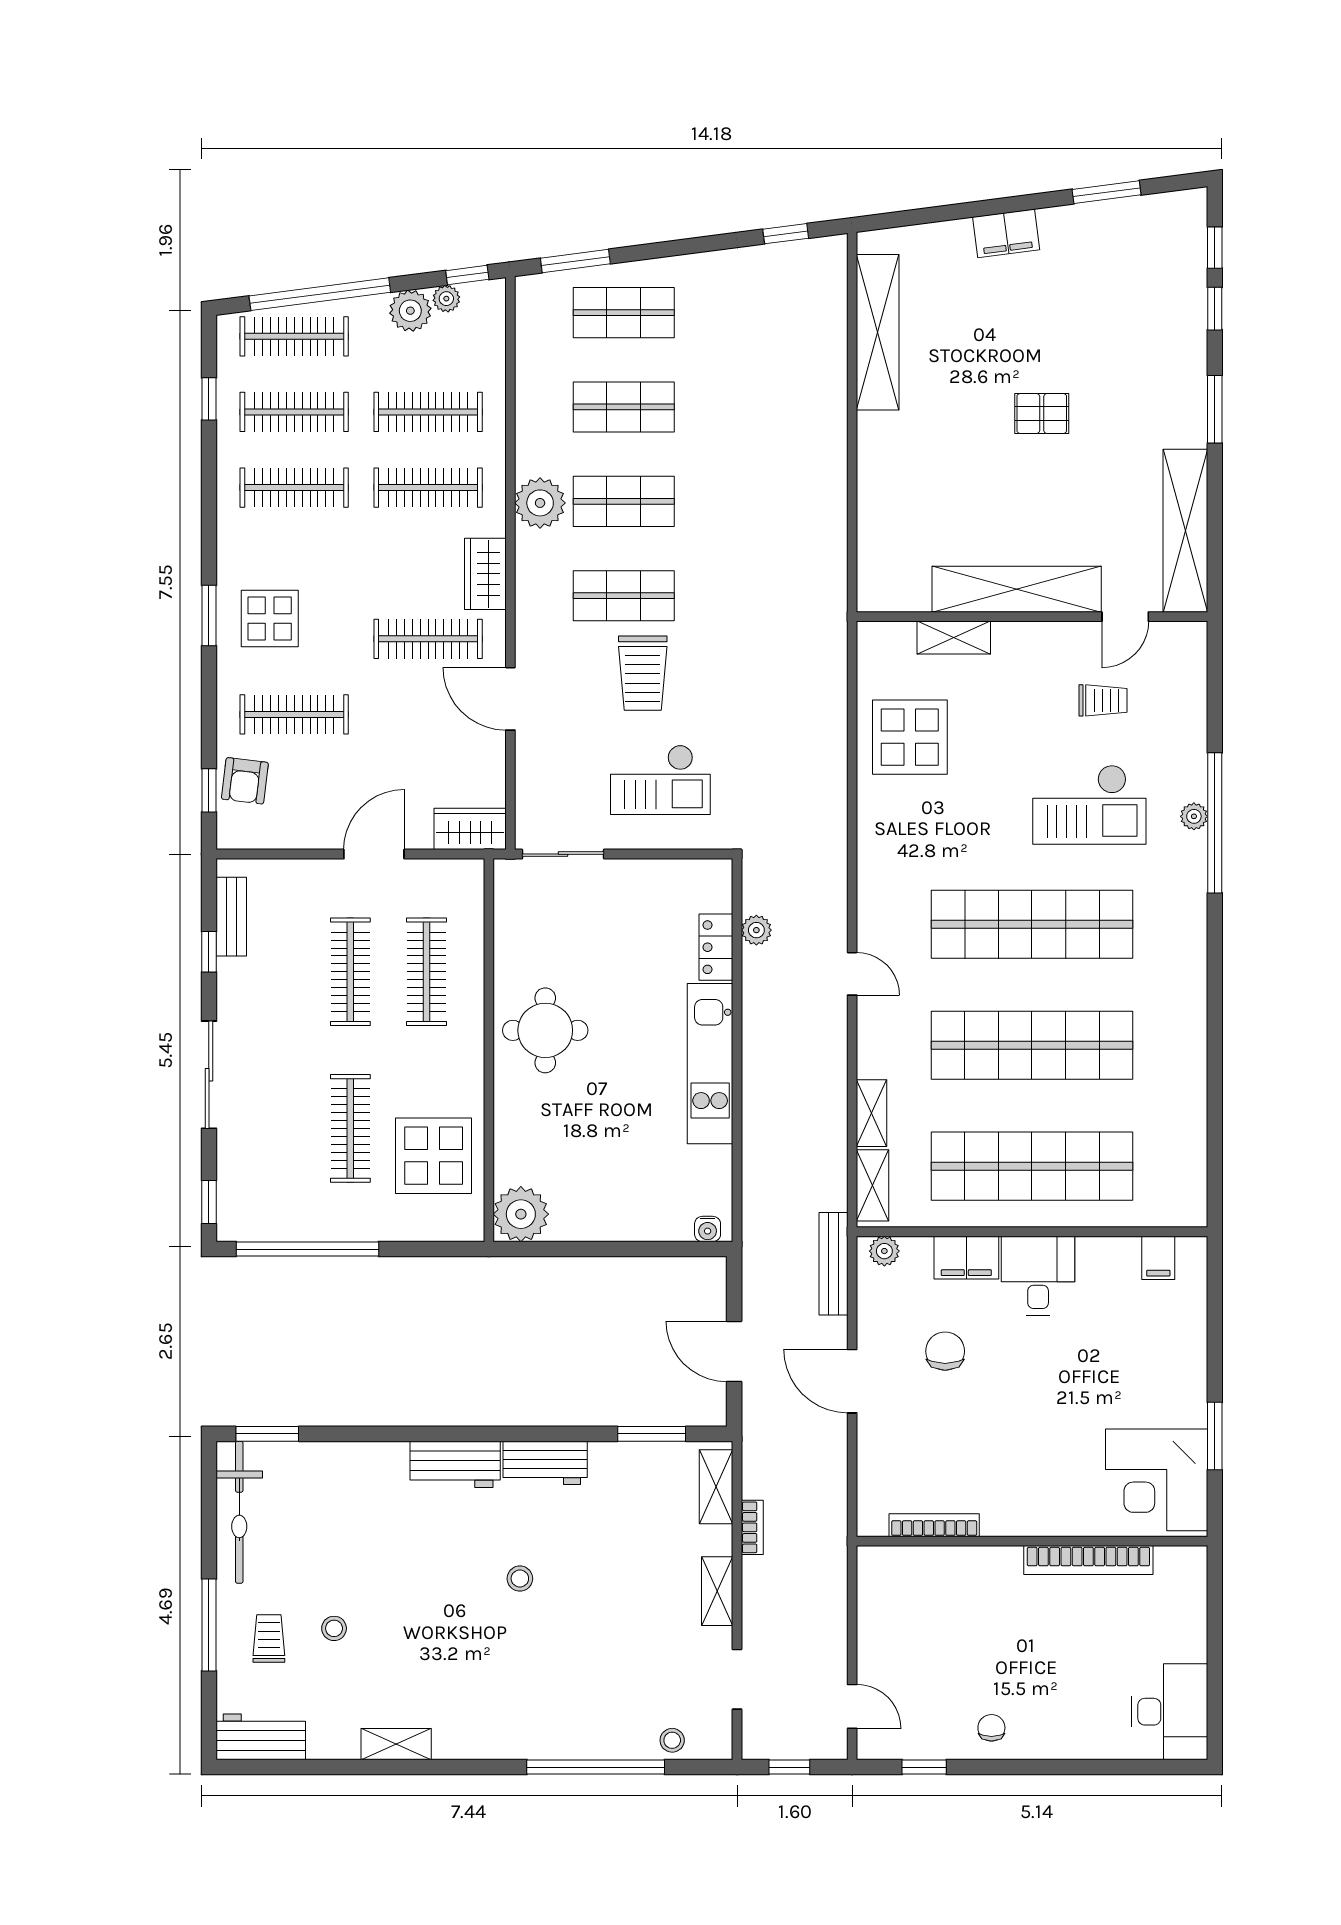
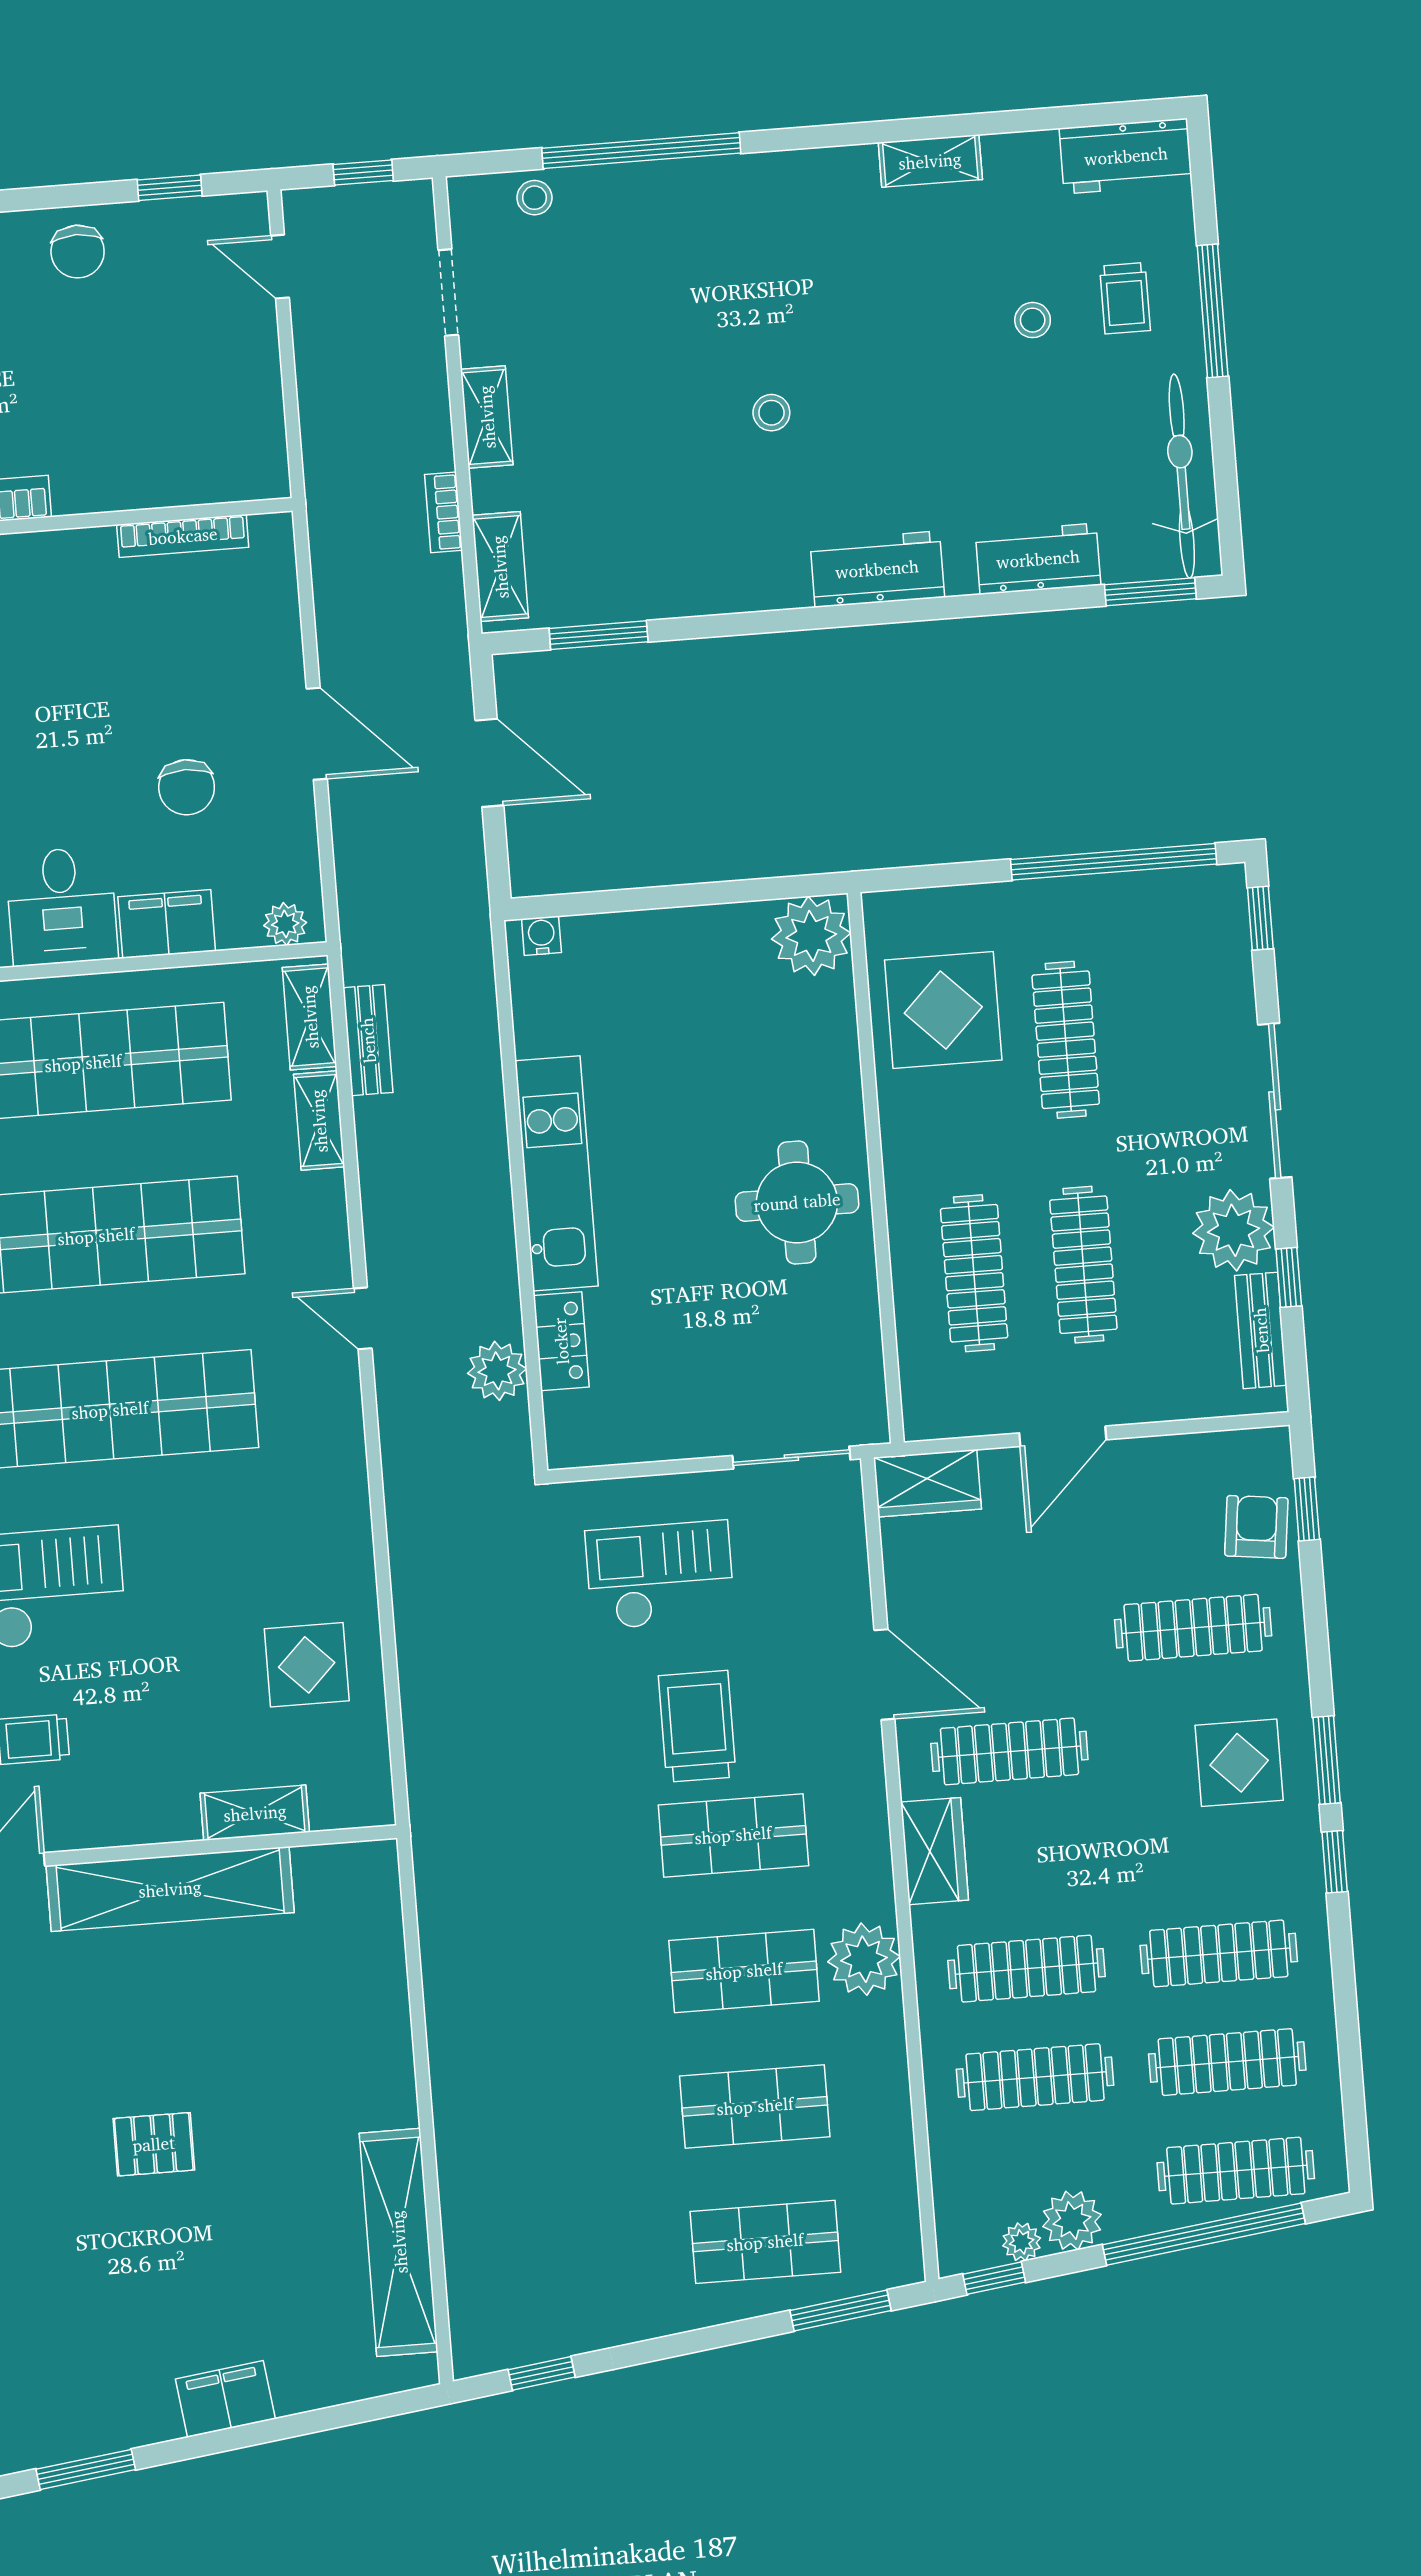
window: (209, 399) -> (1335, 1862), moved
display table: (910, 737) -> (307, 1665), width x0.73, depth x0.73
plant: (756, 930) -> (497, 1371), width x1.38, depth x1.38
plant: (245, 987) -> (1233, 1230), added
bench: (833, 1264) -> (368, 1040), moved, width x0.73
workbench: (545, 1463) -> (1038, 559), moved
chair: (991, 1728) -> (78, 252), width x1.37, depth x1.37

